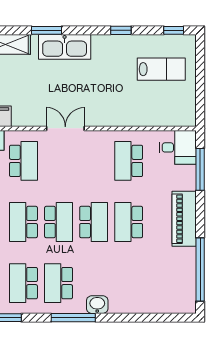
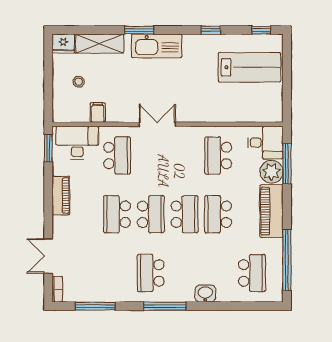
lab bench: (161, 69) -> (250, 67), width x1.36, depth x1.39
plant: (184, 178) -> (271, 172), added
school desk: (23, 283) -> (252, 273), moved, turned 180
washbasin: (97, 305) -> (205, 294), moved

